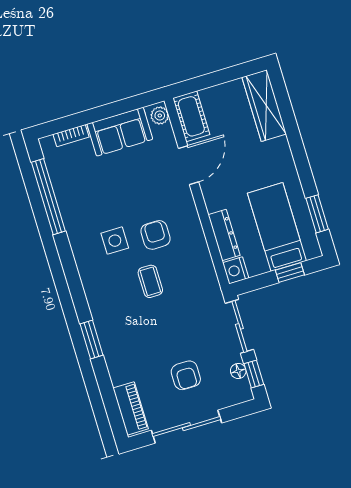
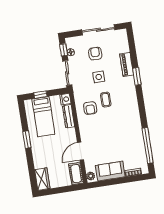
wardrobe: (264, 106) -> (42, 179), width x0.67
window: (317, 214) -> (27, 140), moved
armchair: (155, 235) -> (90, 108), moved
side table: (115, 241) -> (99, 77), moved
piano: (131, 408) -> (127, 64), moved

